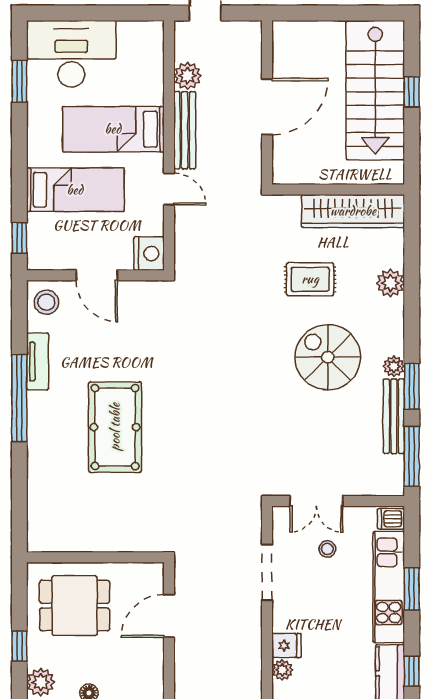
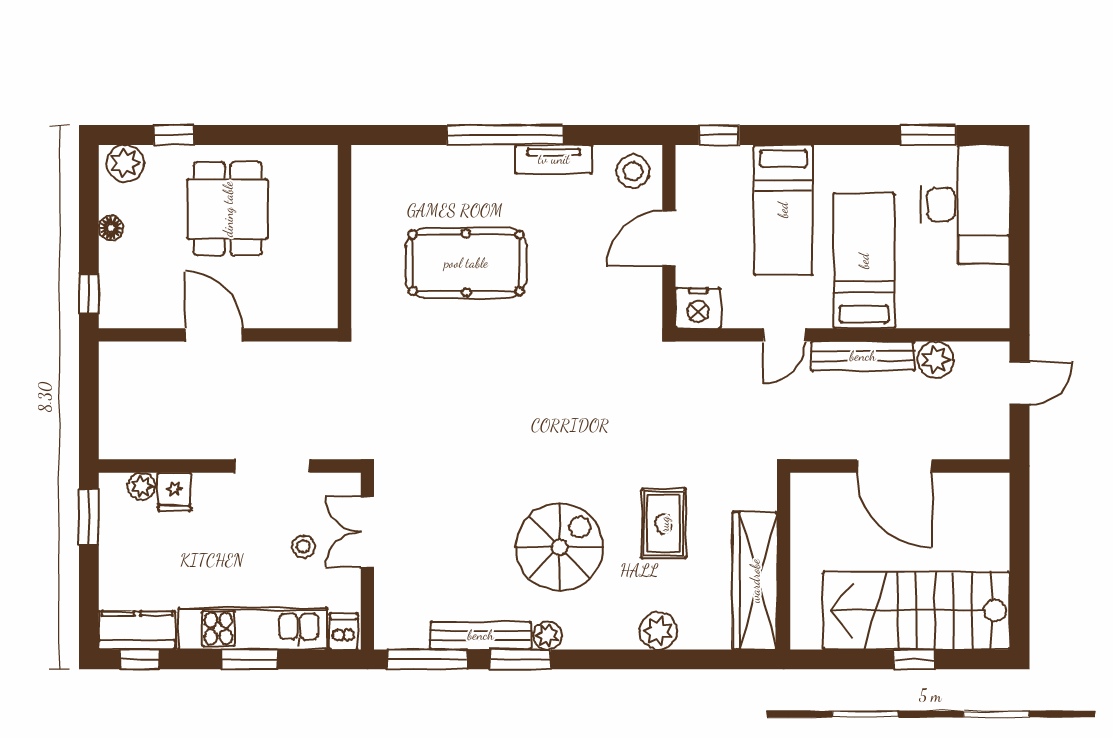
wall: (95, 557) -> (345, 237), moved

